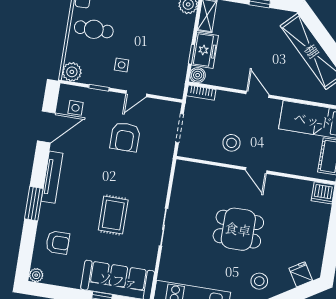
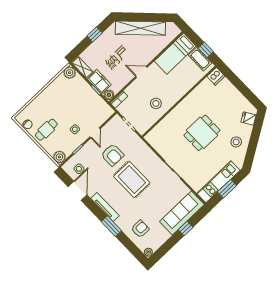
door: (256, 170) -> (179, 101), removed
rug: (113, 215) -> (132, 179), moved, width x1.36, depth x1.43

